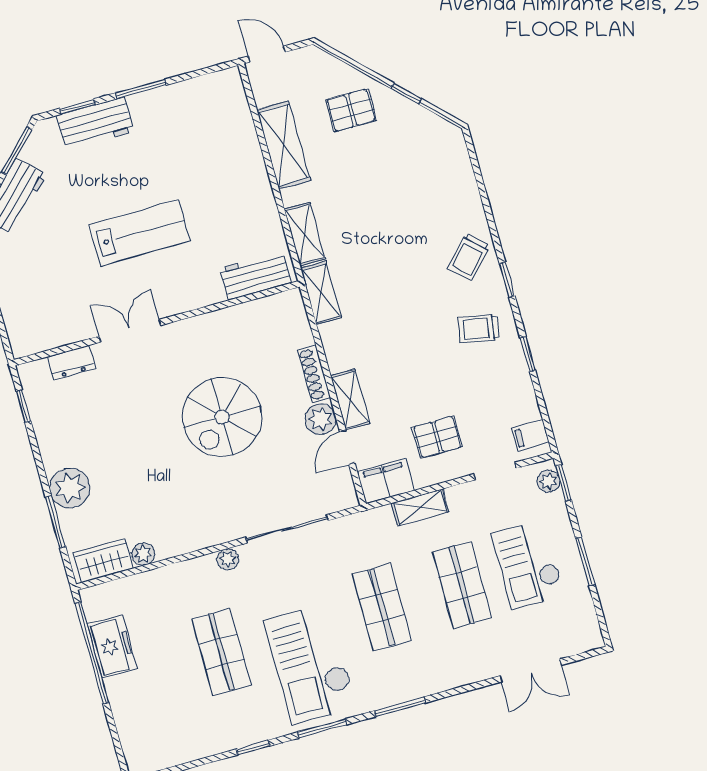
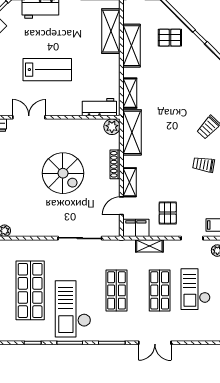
shelving: (238, 129) -> (111, 31), added
shelving: (321, 293) -> (132, 132), width x1.50, depth x1.33
spiral stairs: (222, 417) -> (63, 173), turned -90
plant: (321, 419) -> (112, 127), moved
pallet: (437, 437) -> (168, 213), turned 90
plant: (228, 559) -> (46, 245), removed
shop shelf: (221, 652) -> (30, 290), width x1.43, depth x1.36
double door: (530, 671) -> (155, 343), moved

